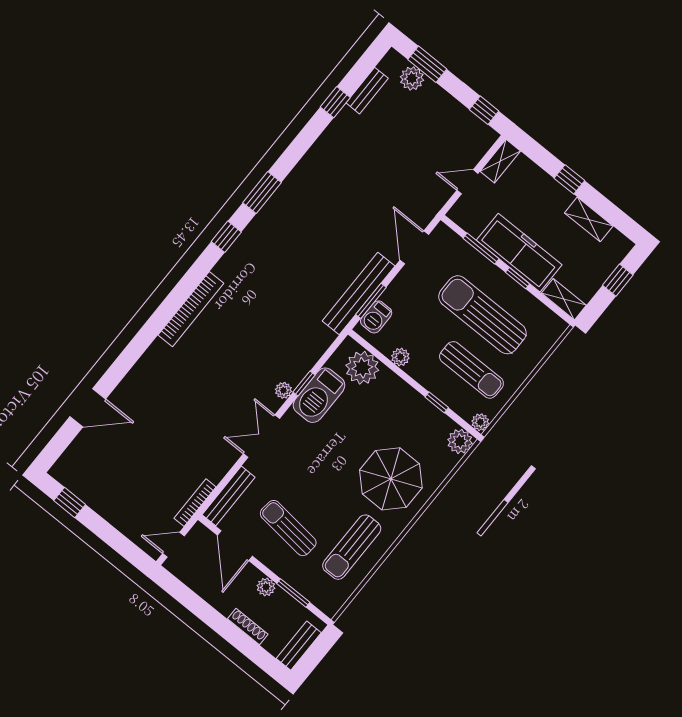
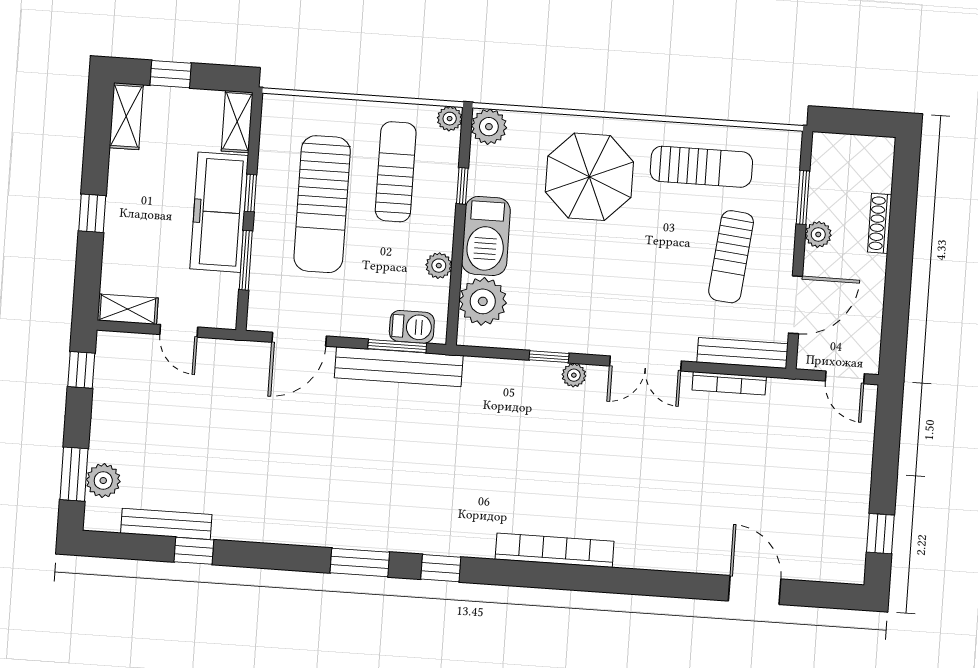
bench: (367, 91) -> (166, 524), width x1.36
shelving: (589, 219) -> (126, 116), moved
barbecue: (319, 395) -> (486, 236), moved, turned 90
bookcase: (195, 503) -> (729, 383), moved
bench: (299, 646) -> (860, 148), removed

